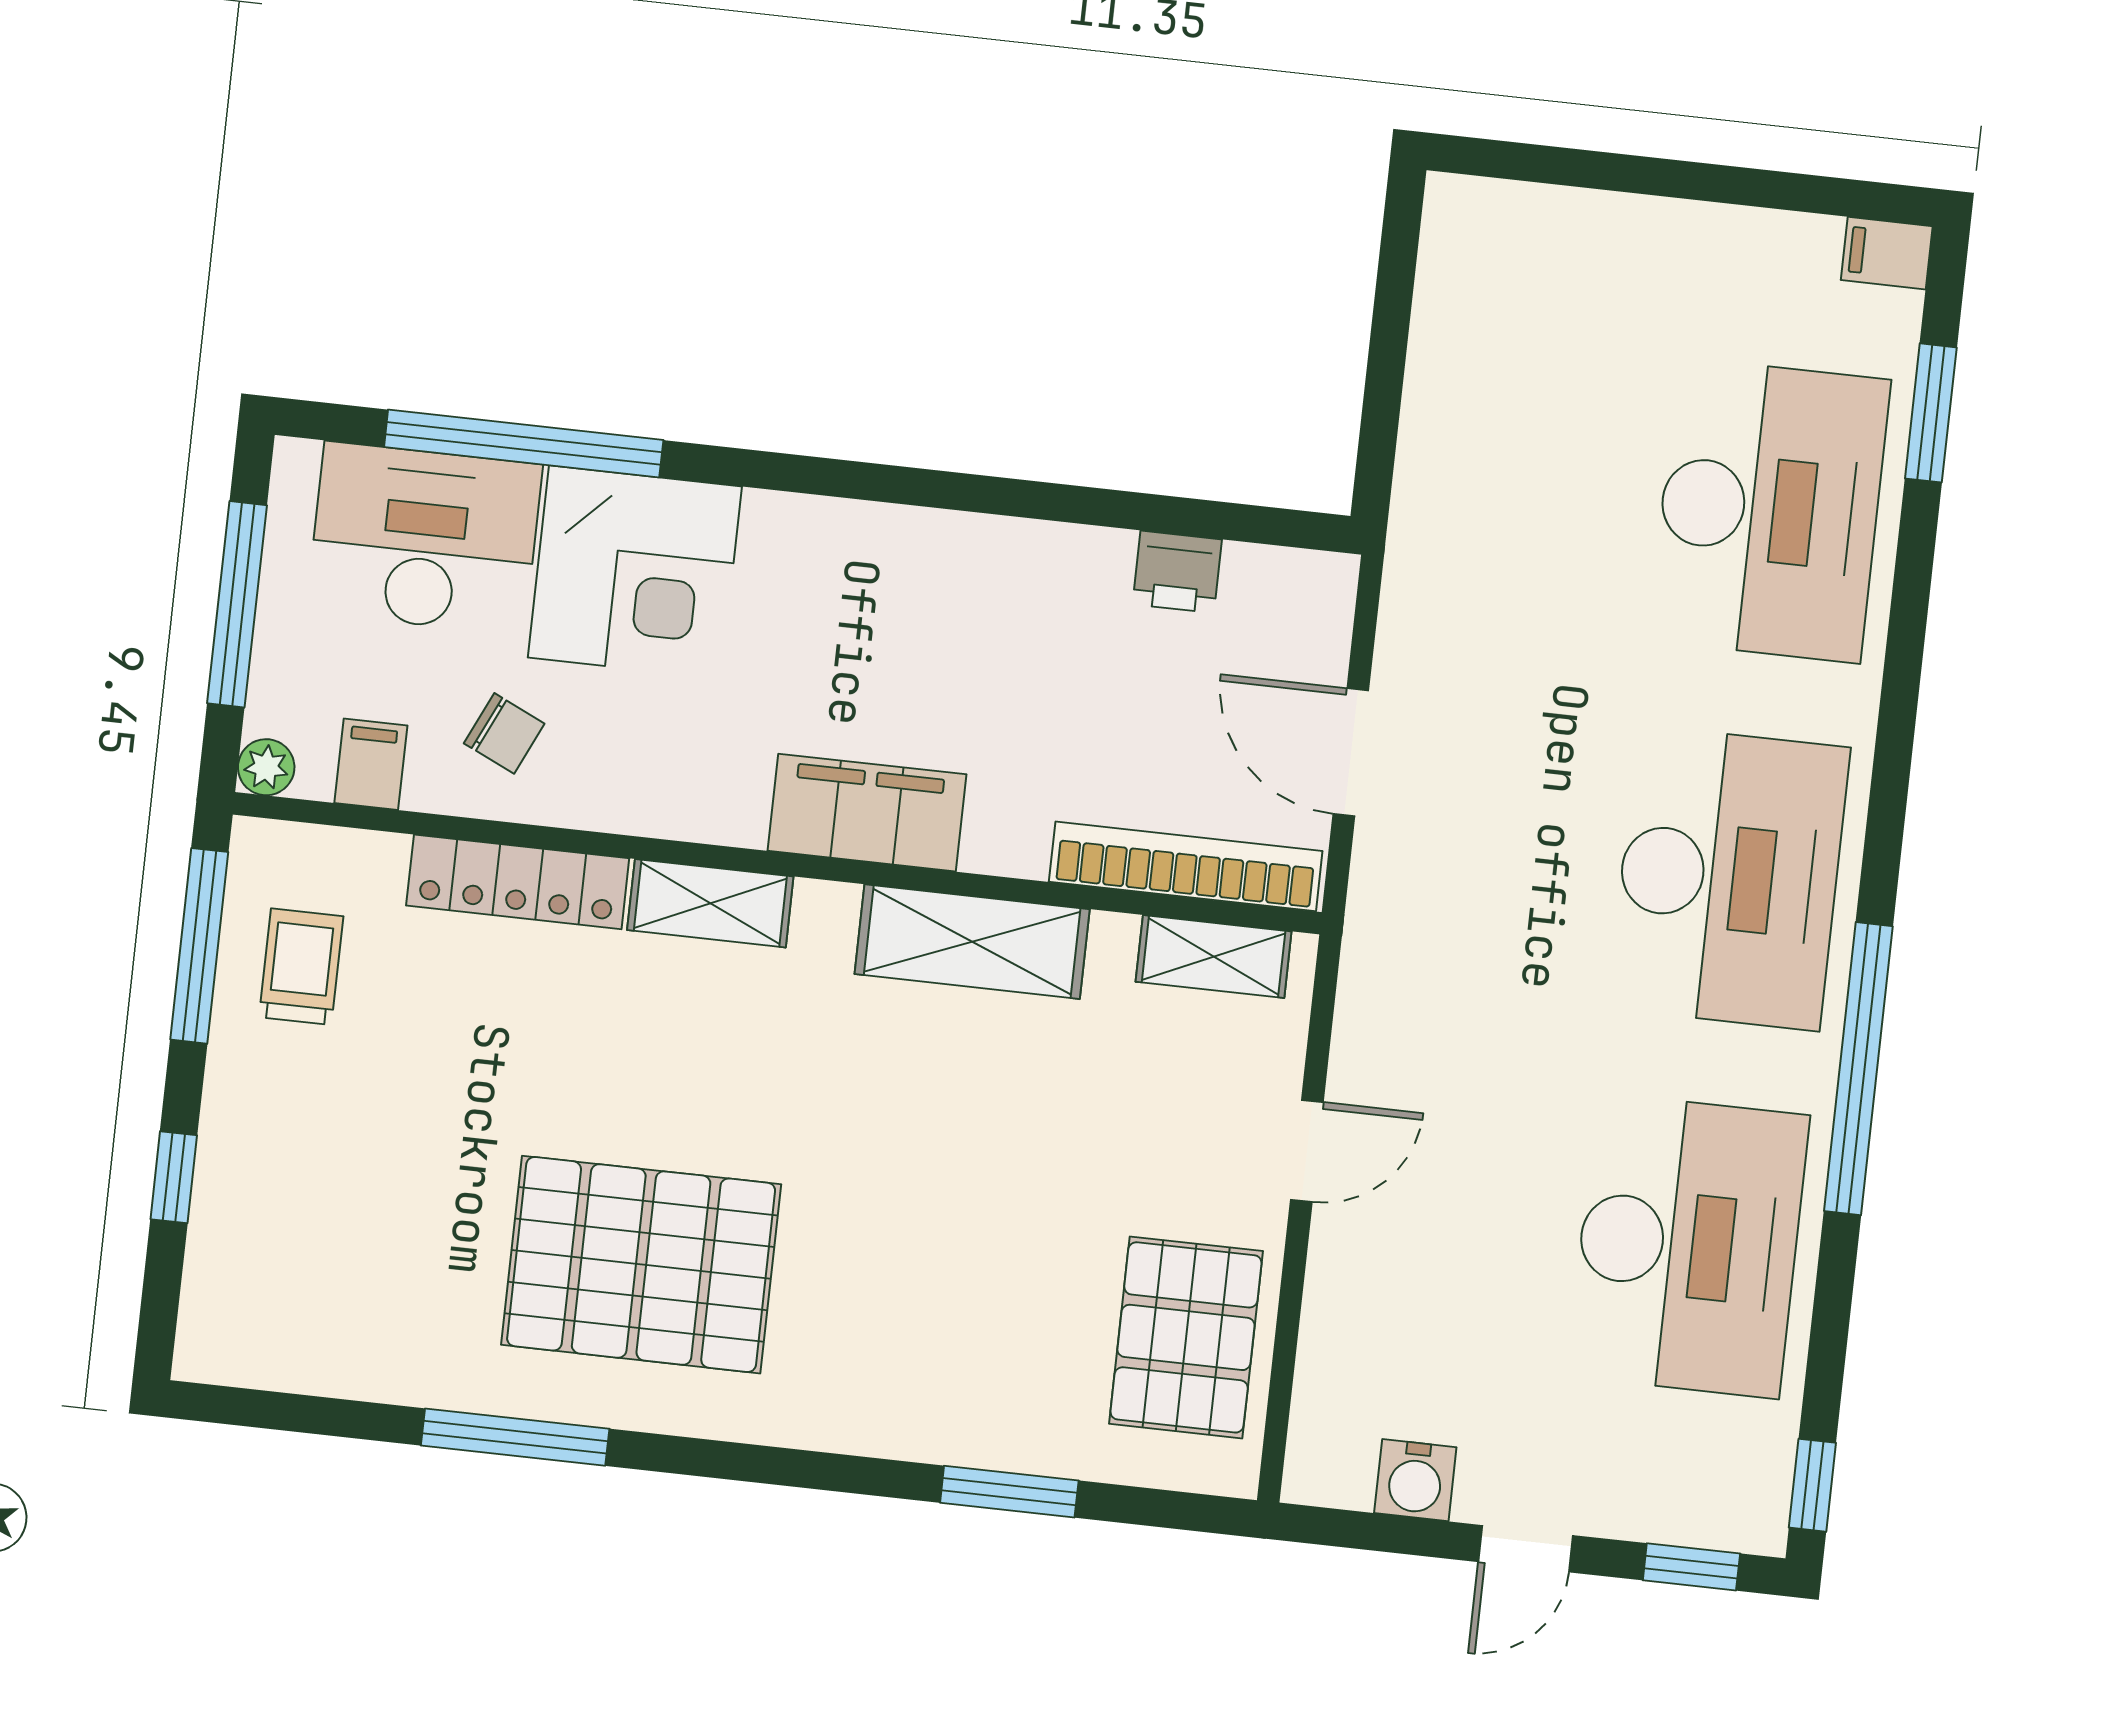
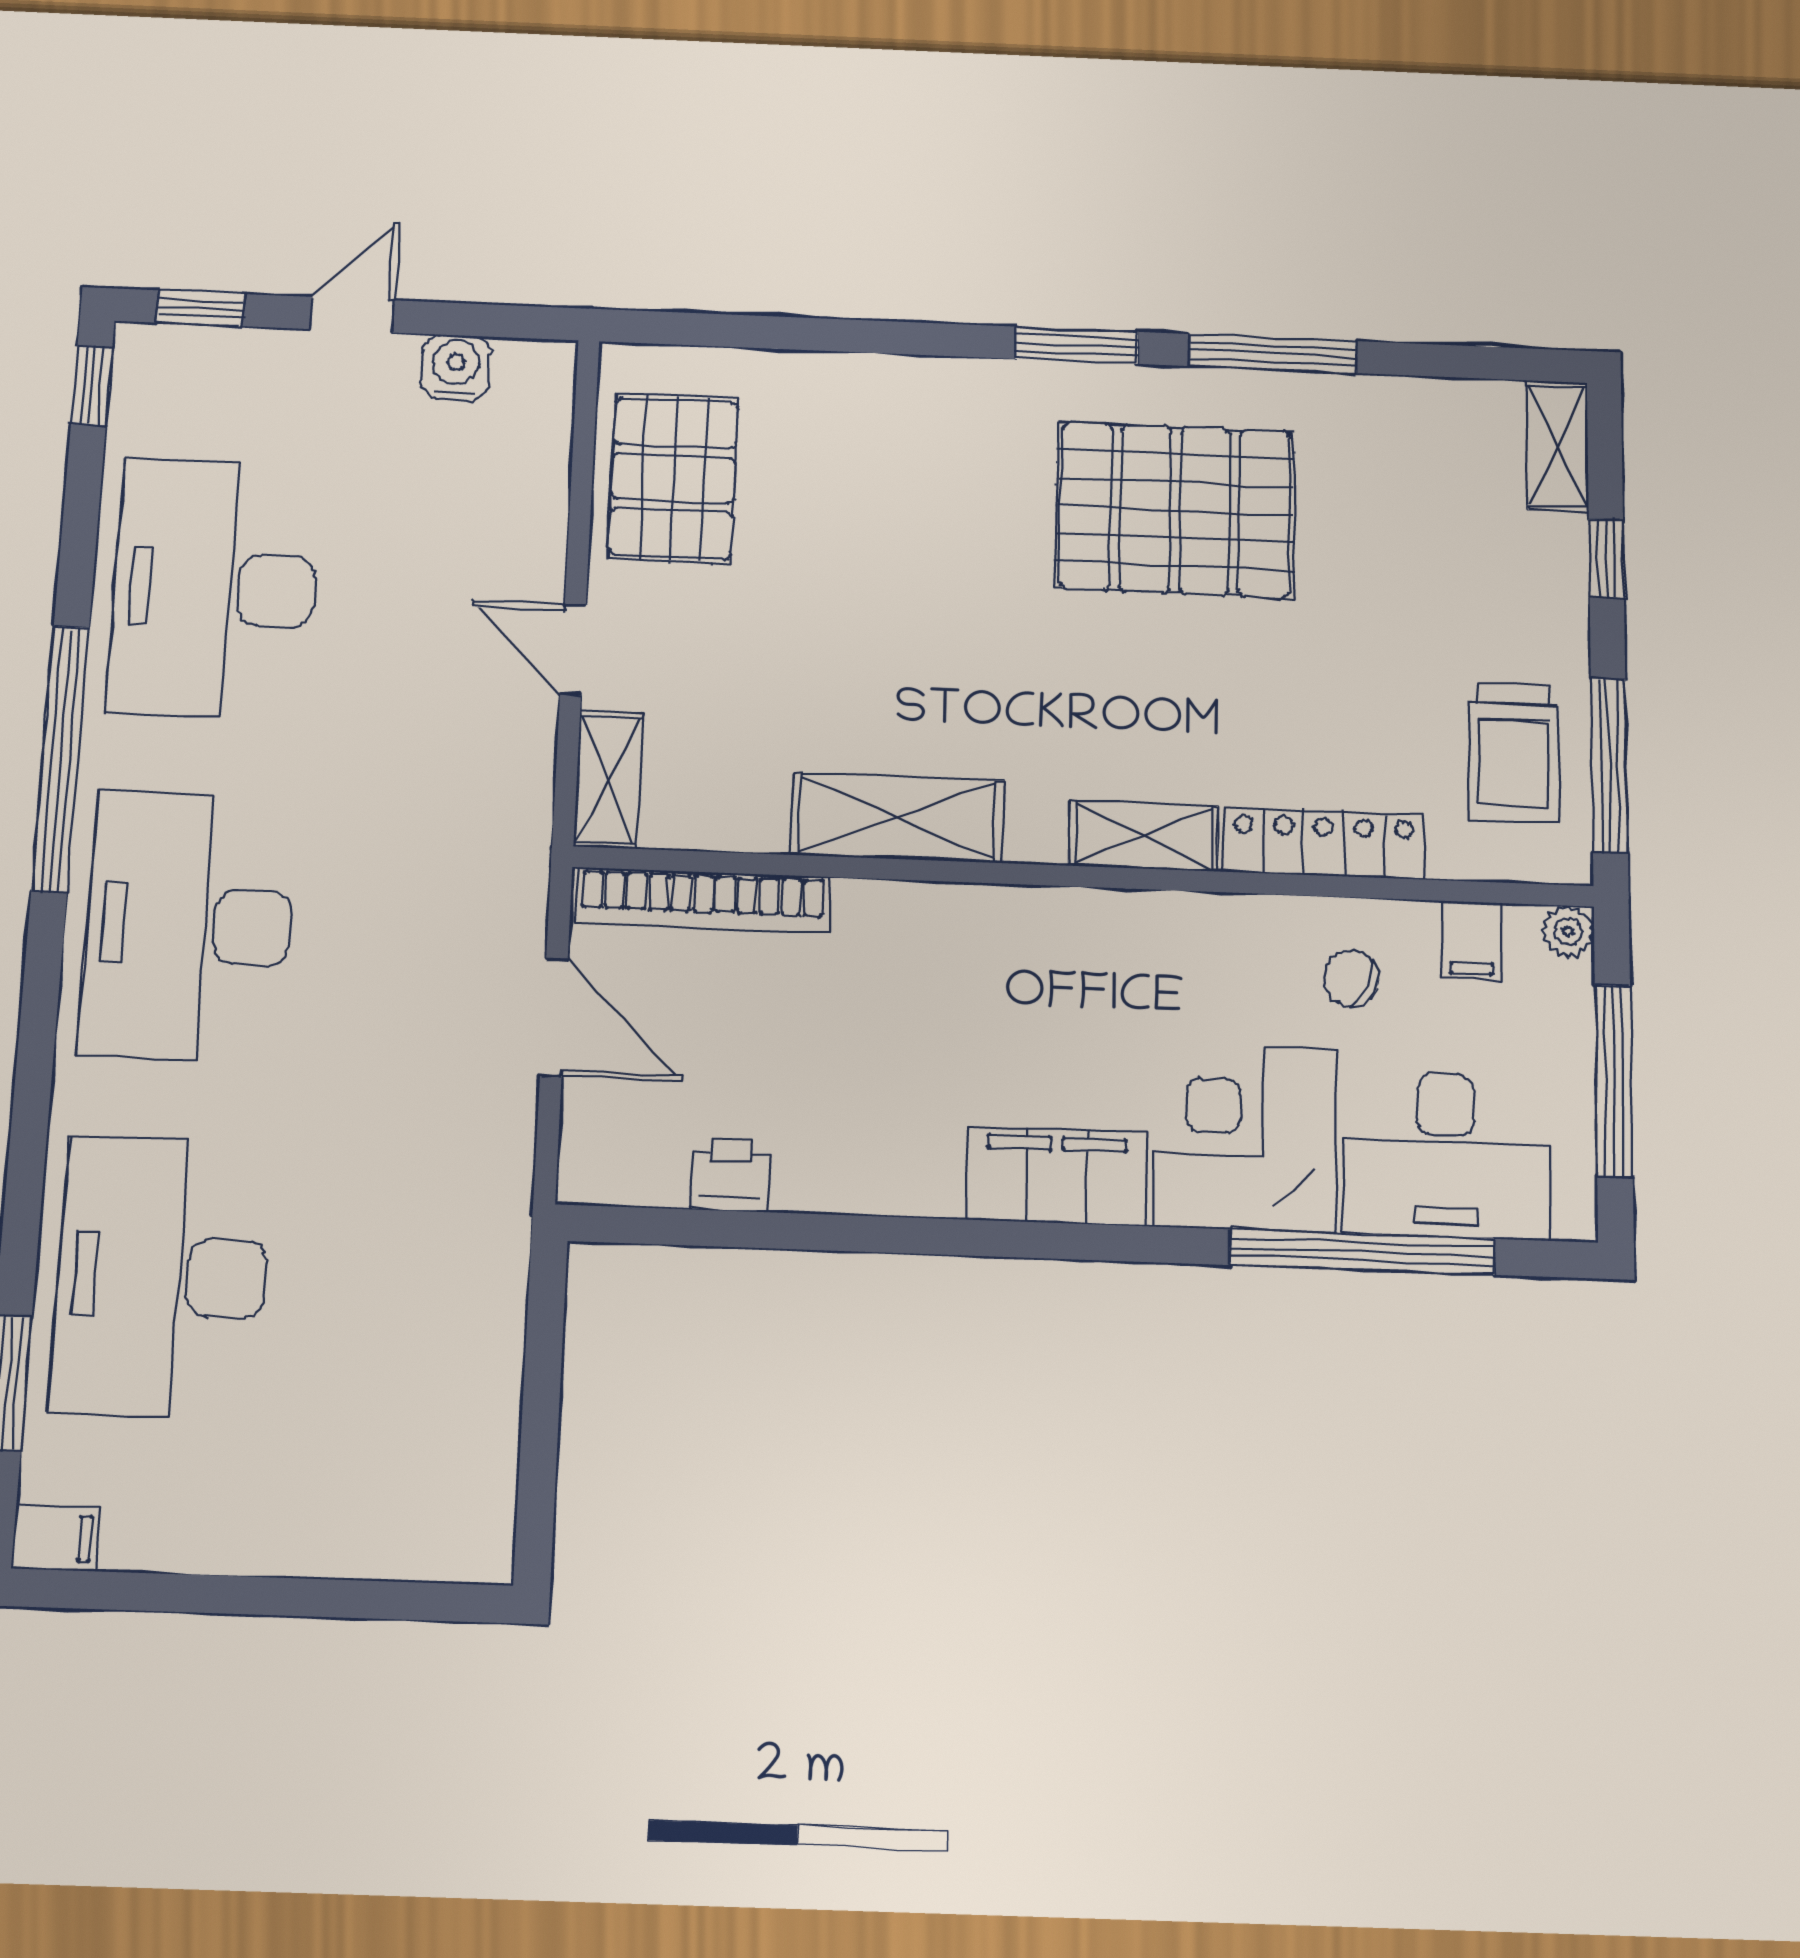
filing cabinet: (867, 813) -> (1056, 1176), moved, turned 180
shelving: (1214, 957) -> (608, 780), moved, turned 90
trolley: (301, 967) -> (1514, 753), width x1.36, depth x1.39
door: (1307, 1151) -> (573, 650), hinge flipped
shelving: (212, 1310) -> (1558, 446), added
window: (1009, 1492) -> (1077, 345), moved

